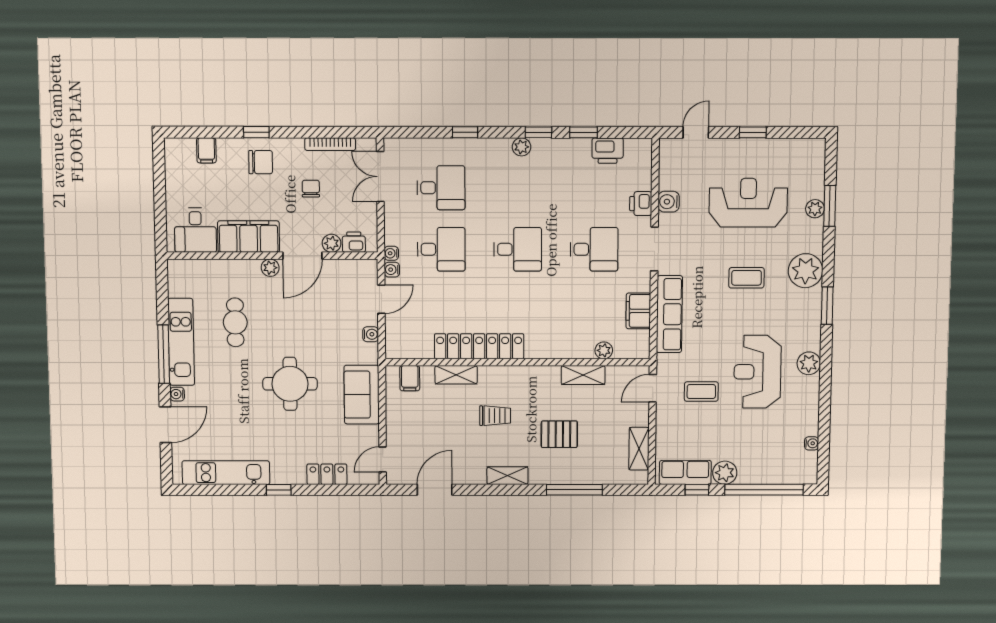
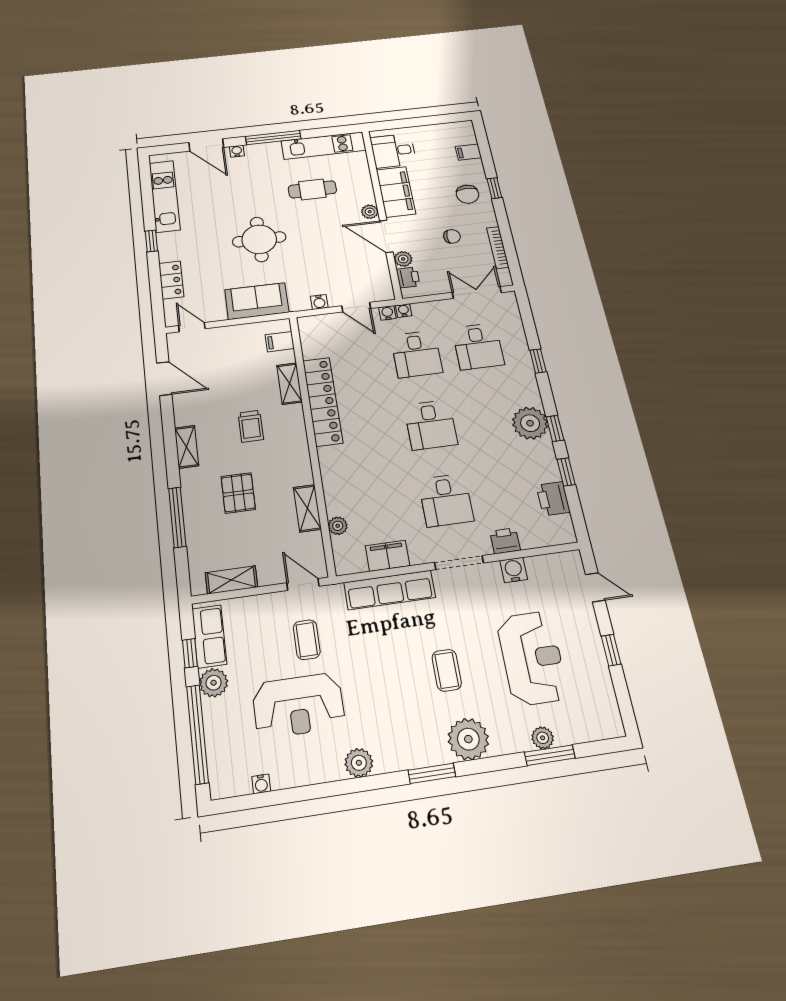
plant: (521, 147) -> (530, 423), width x1.87, depth x1.87
kitchen unit: (181, 342) -> (324, 146), moved
reception desk: (757, 372) -> (298, 705), moved, turned 180

